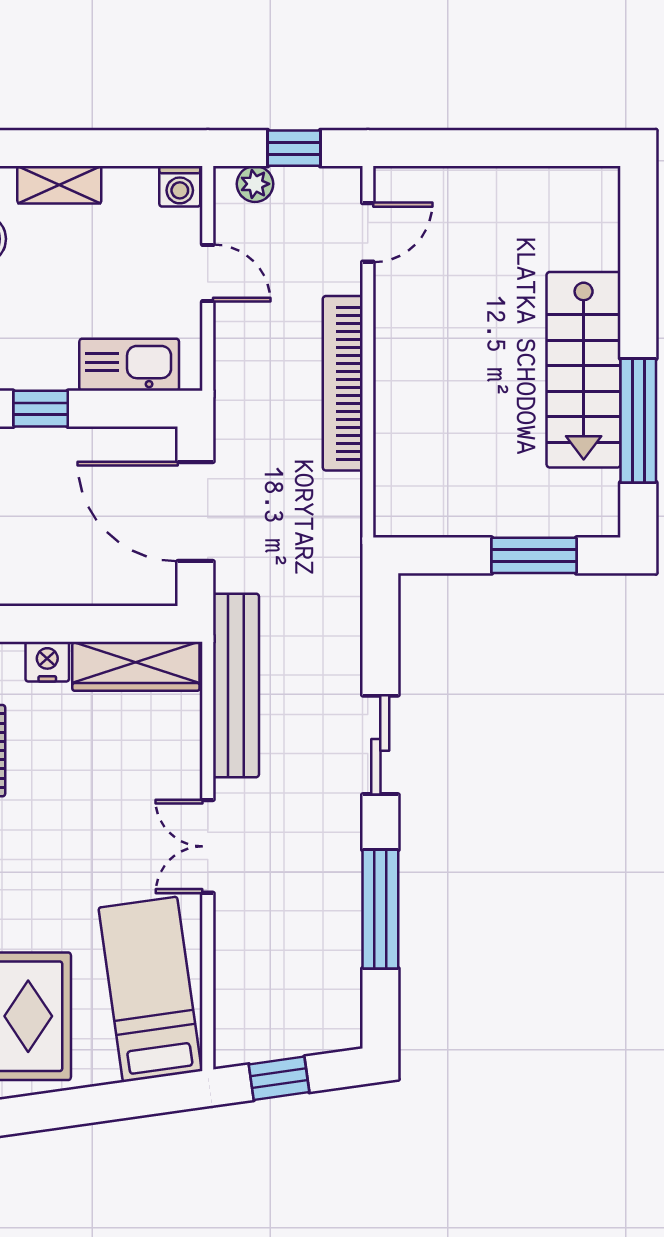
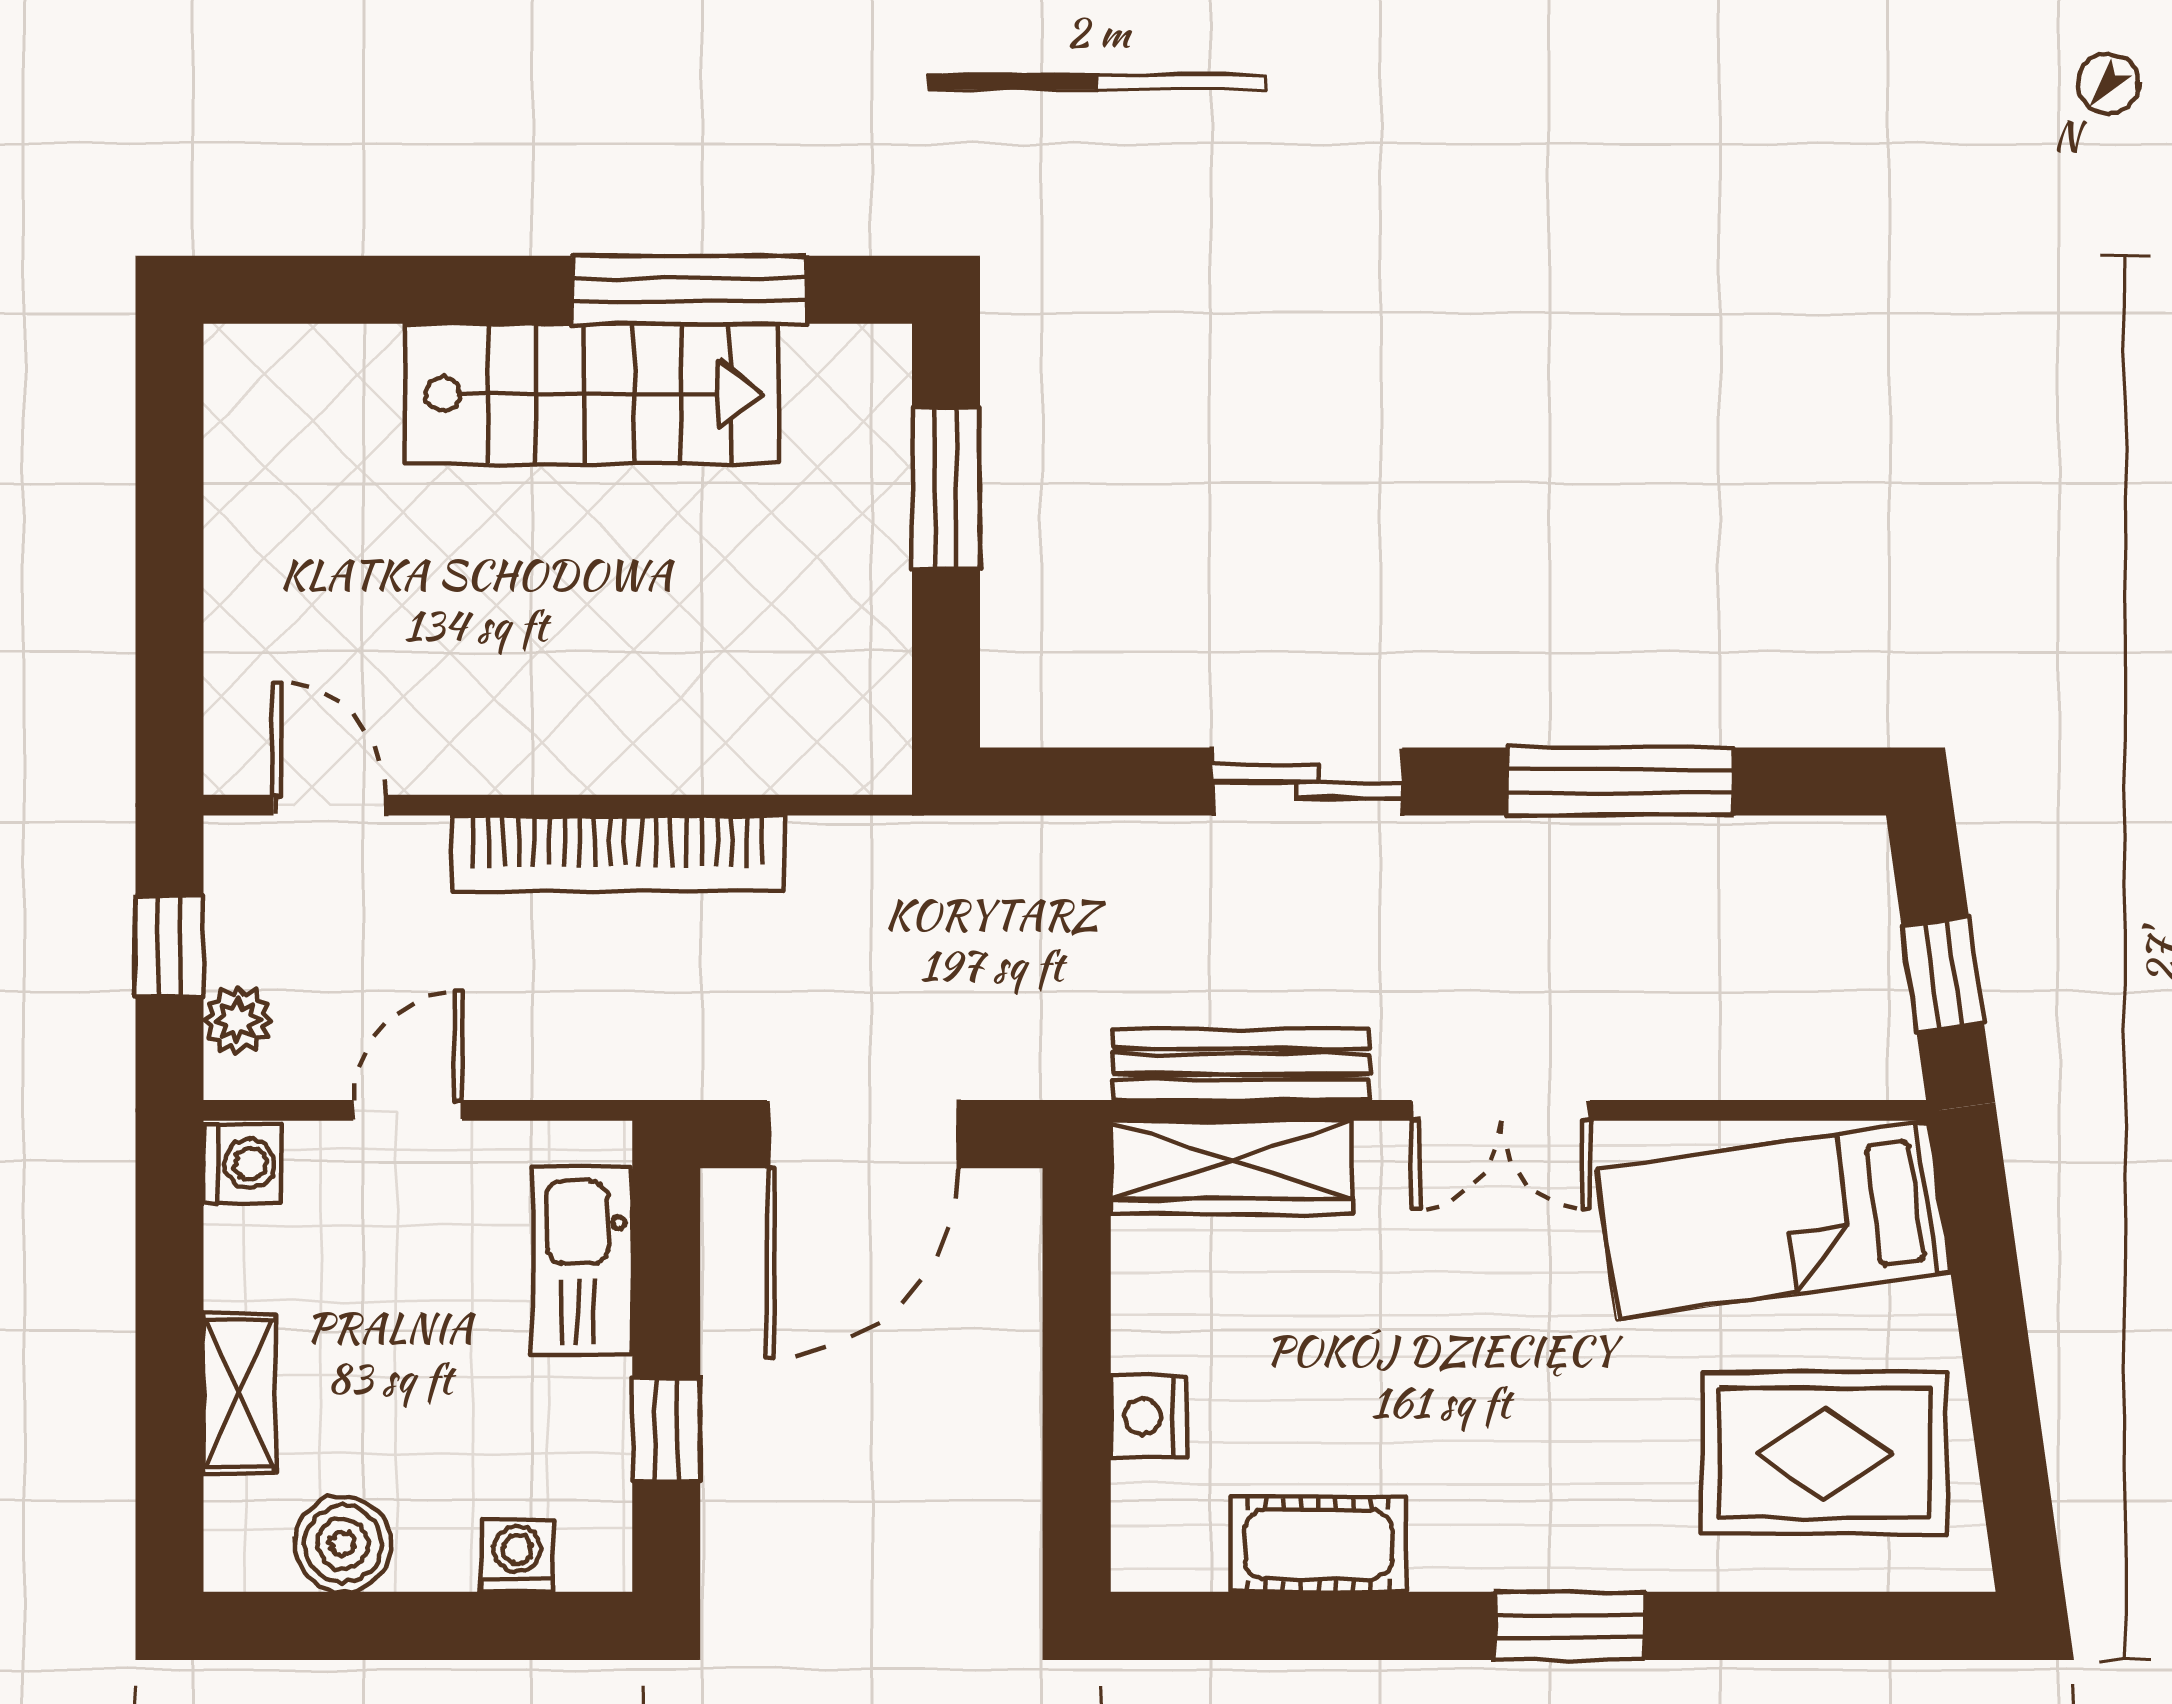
wardrobe: (136, 666) -> (1232, 1167), moved, turned 90
bench: (236, 685) -> (1241, 1064), width x0.73, depth x0.82

